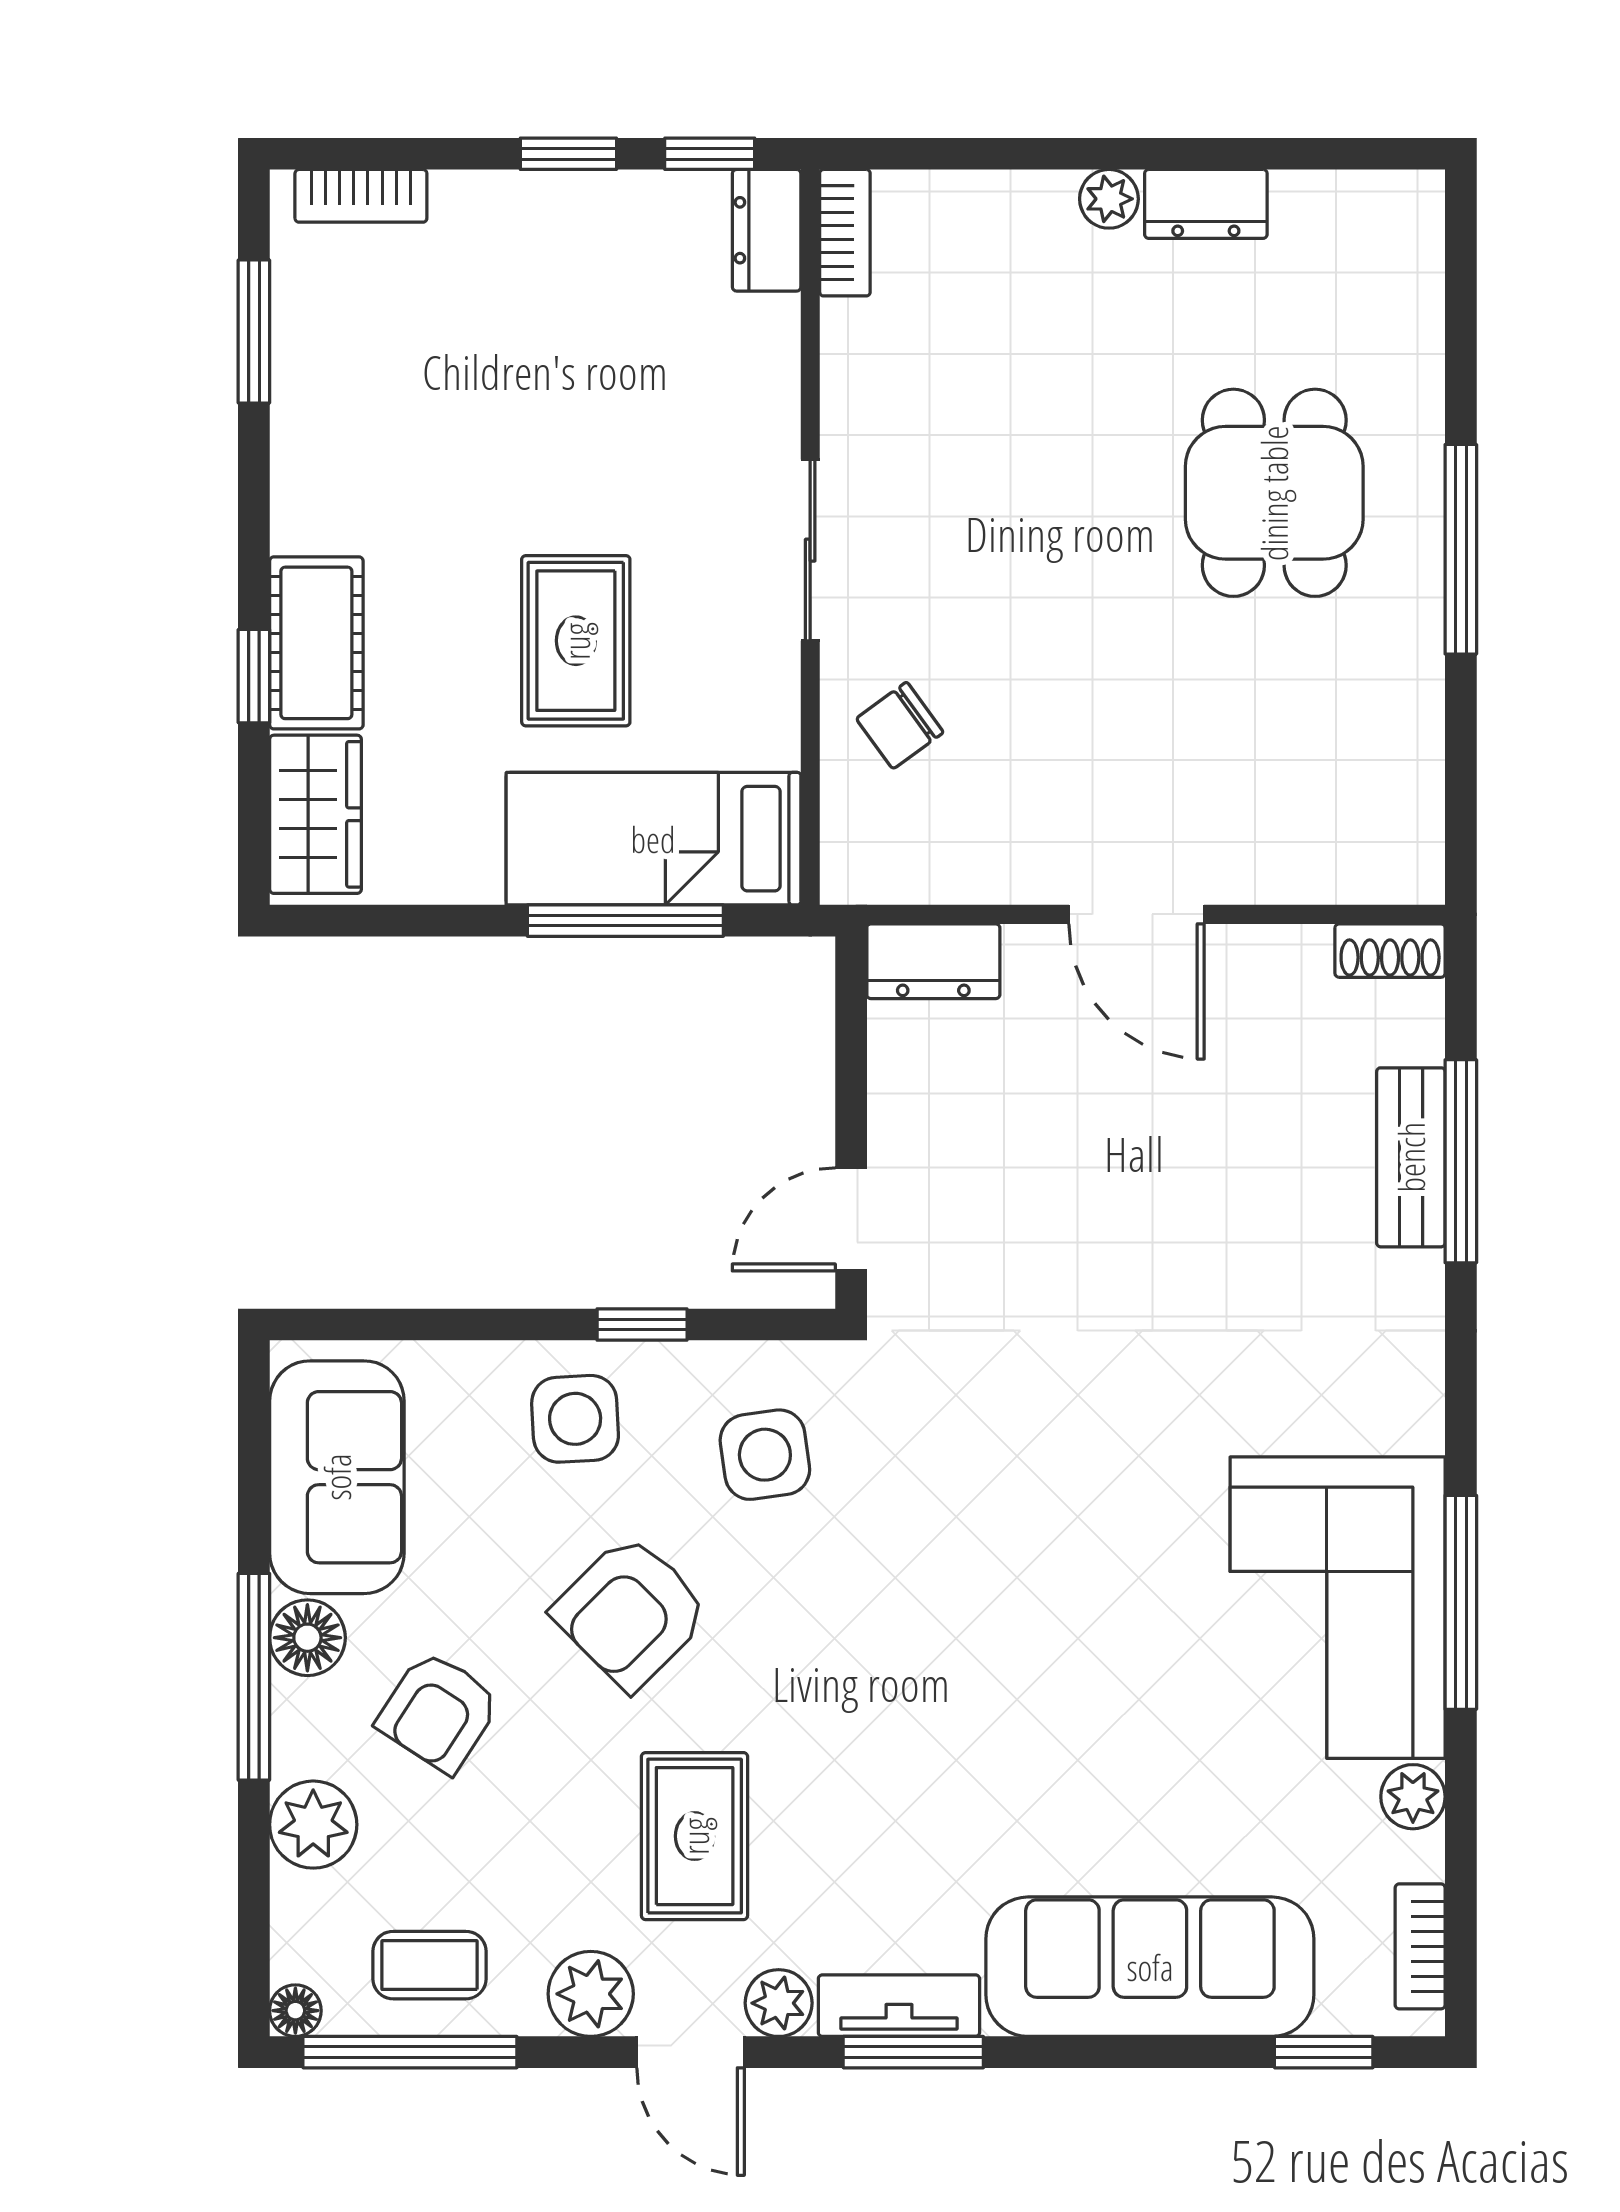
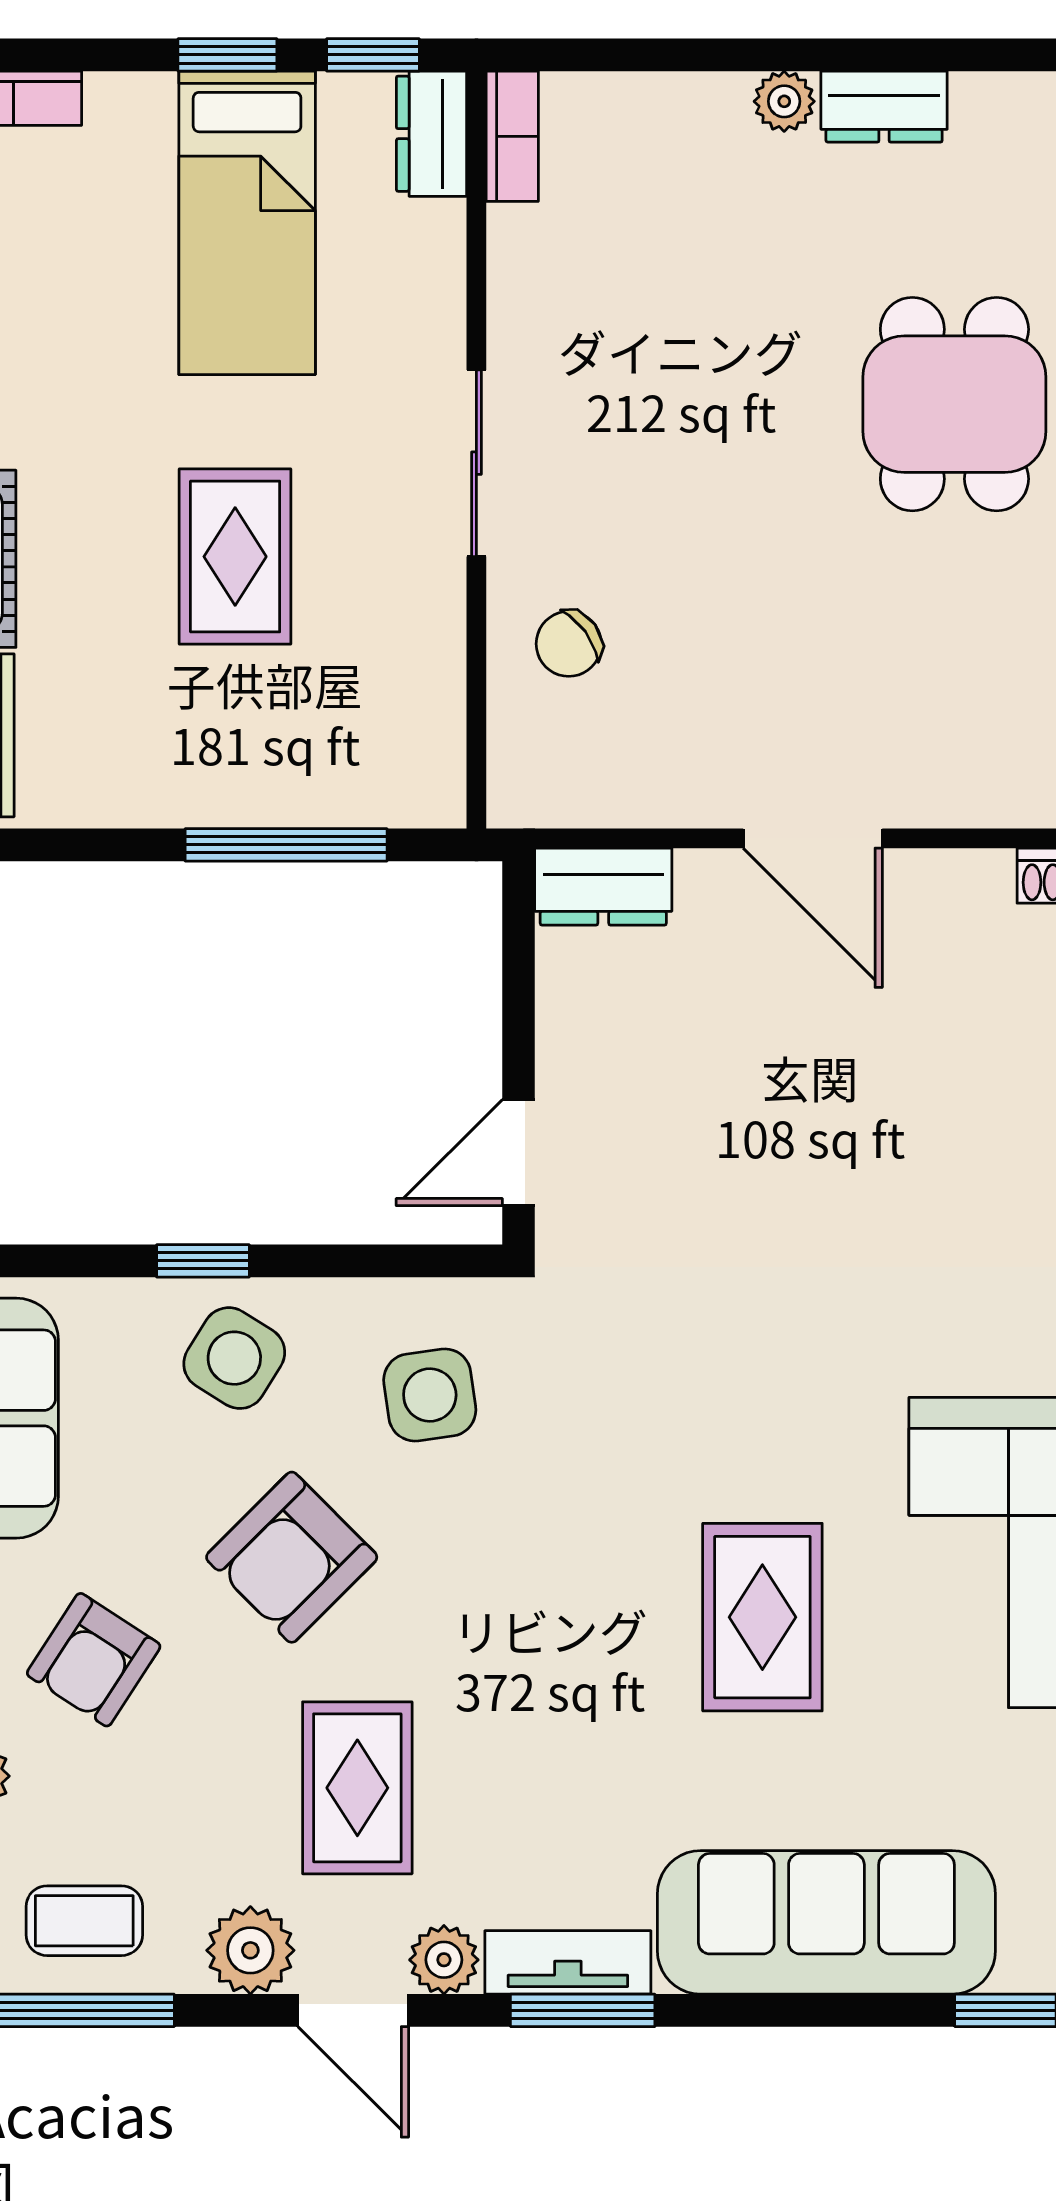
bed: (653, 839) -> (247, 223), moved, turned -90
window: (642, 1325) -> (203, 1261), moved
side table: (575, 1419) -> (234, 1358), turned 35
rug: (1088, 1670) -> (762, 1617), added

